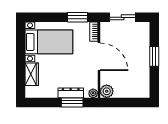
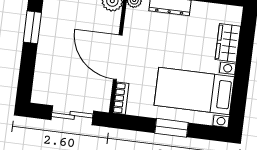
window: (77, 17) -> (171, 128), moved
window: (154, 56) -> (32, 27), moved

